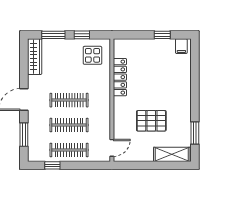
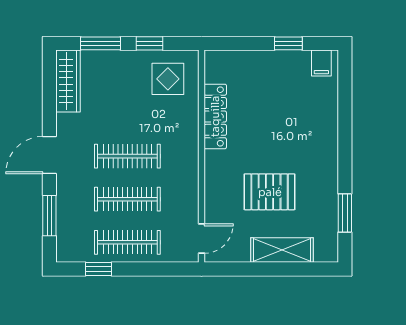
shelving: (172, 154) -> (282, 250), moved

